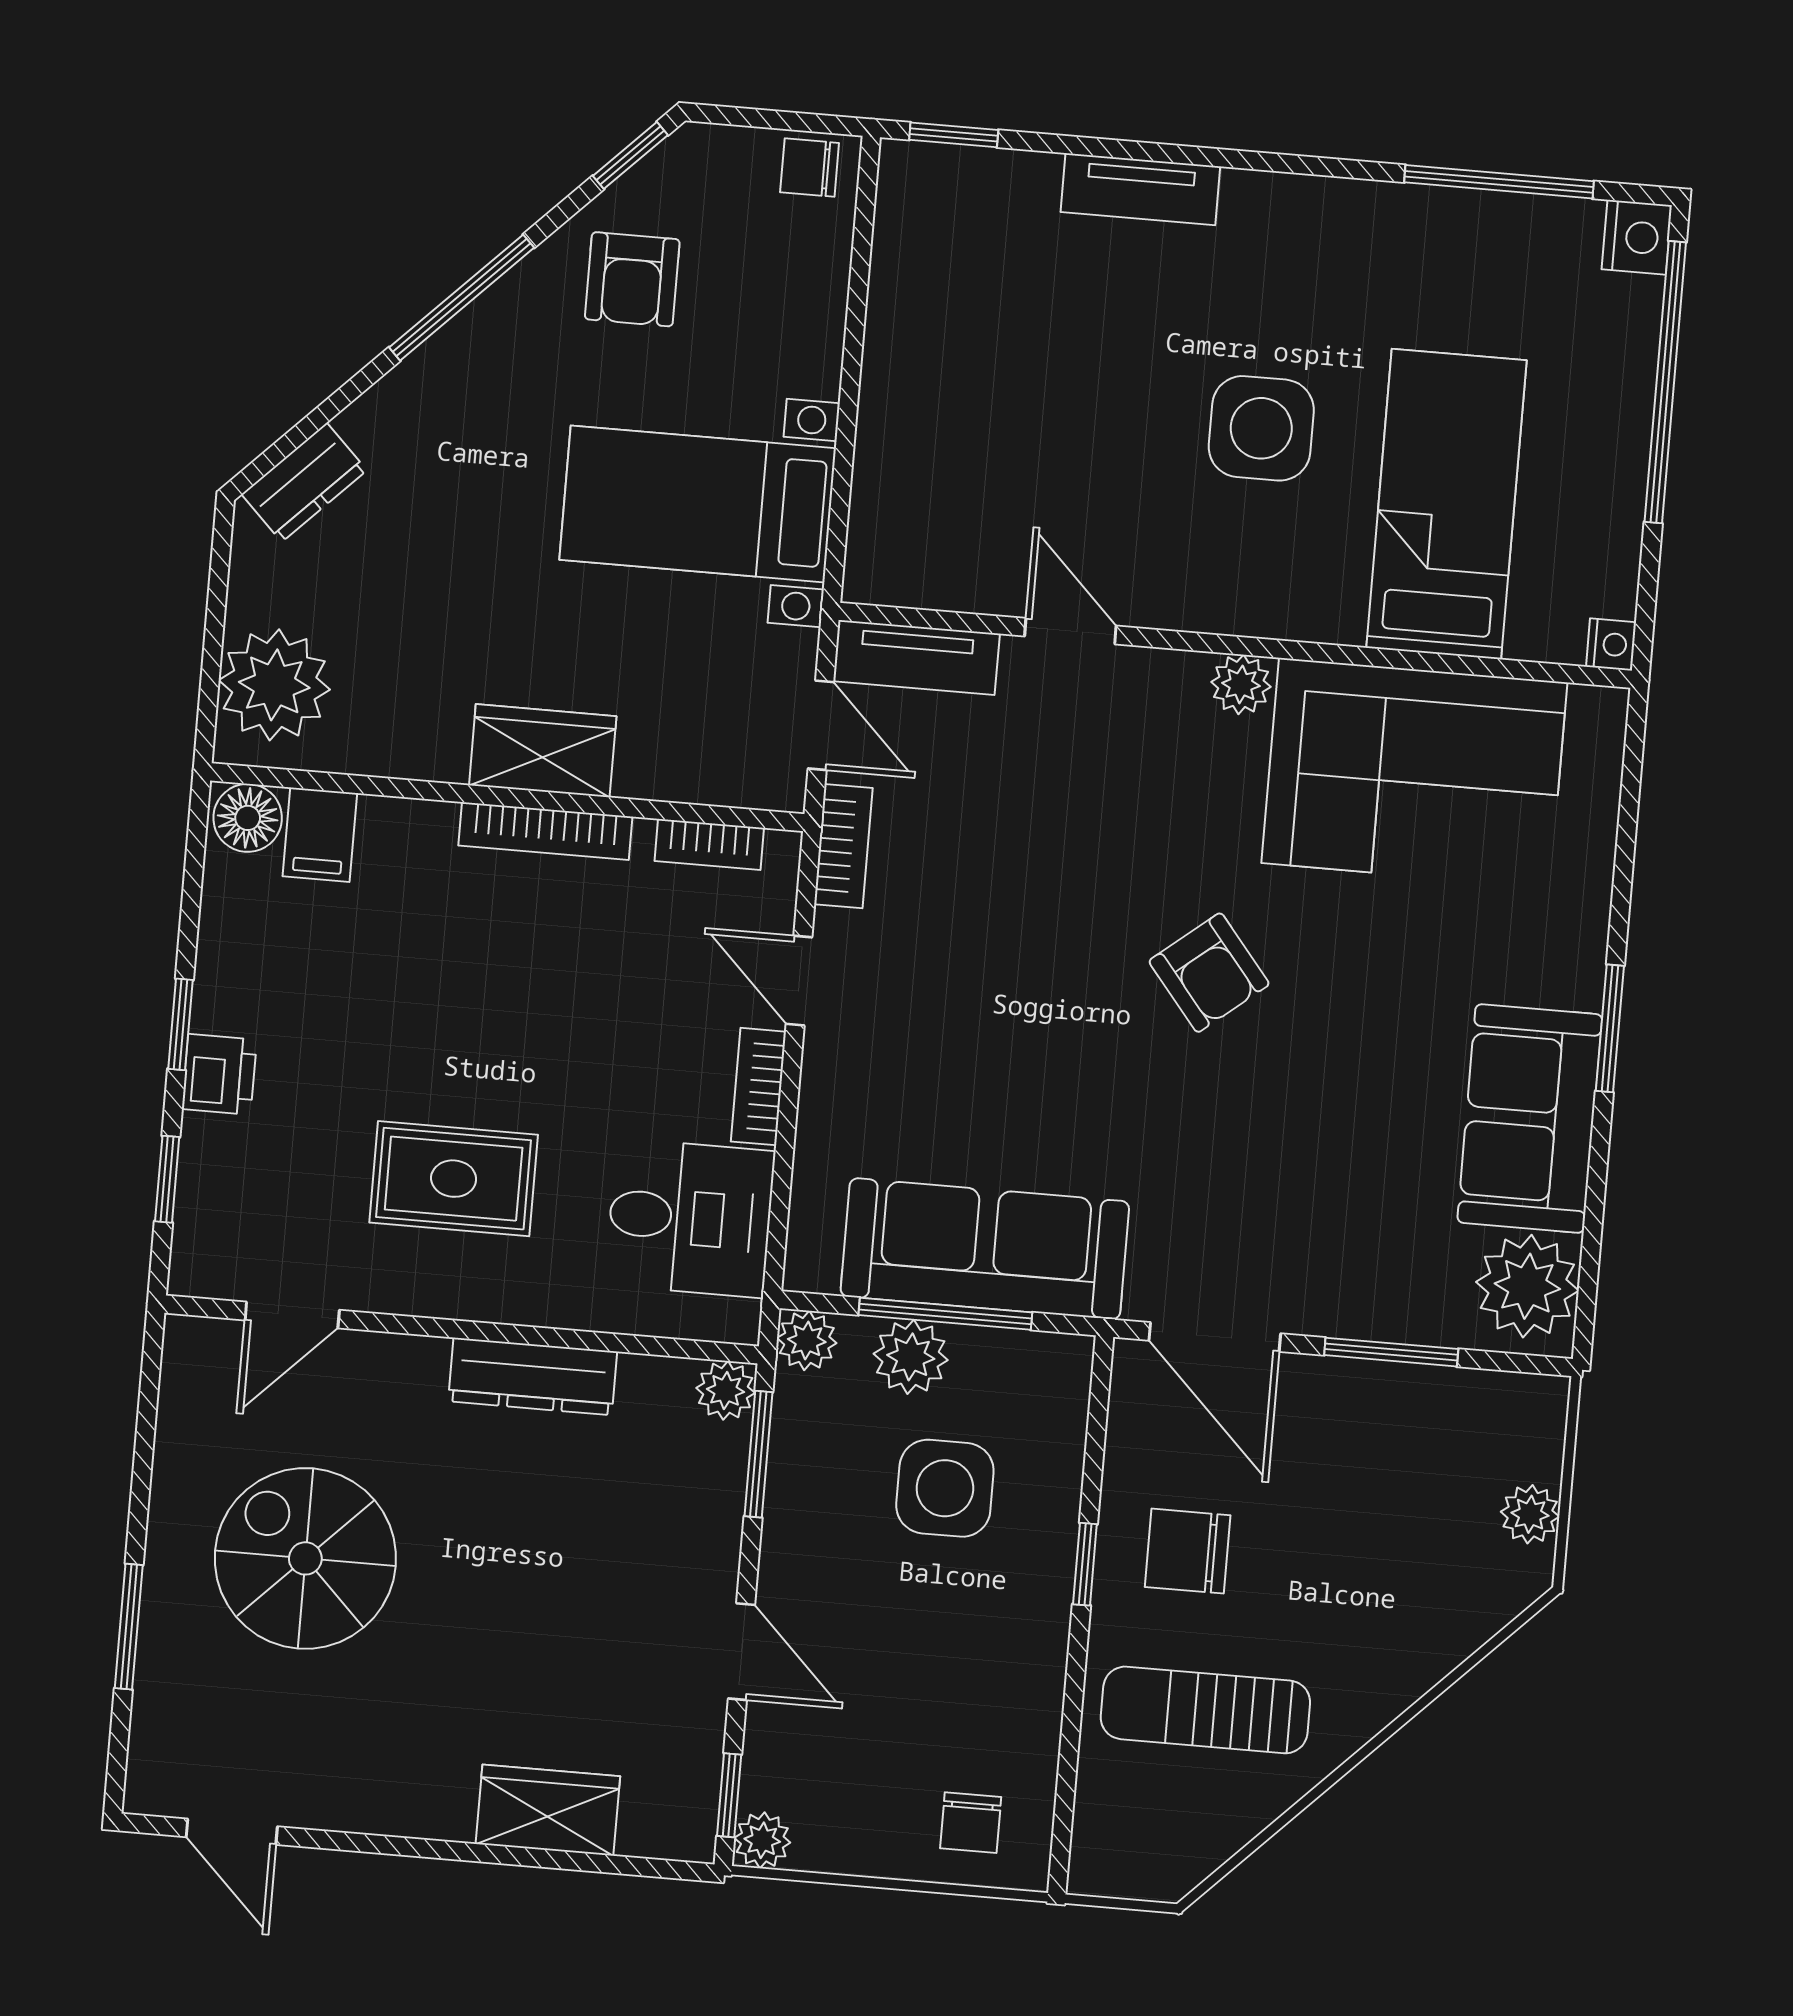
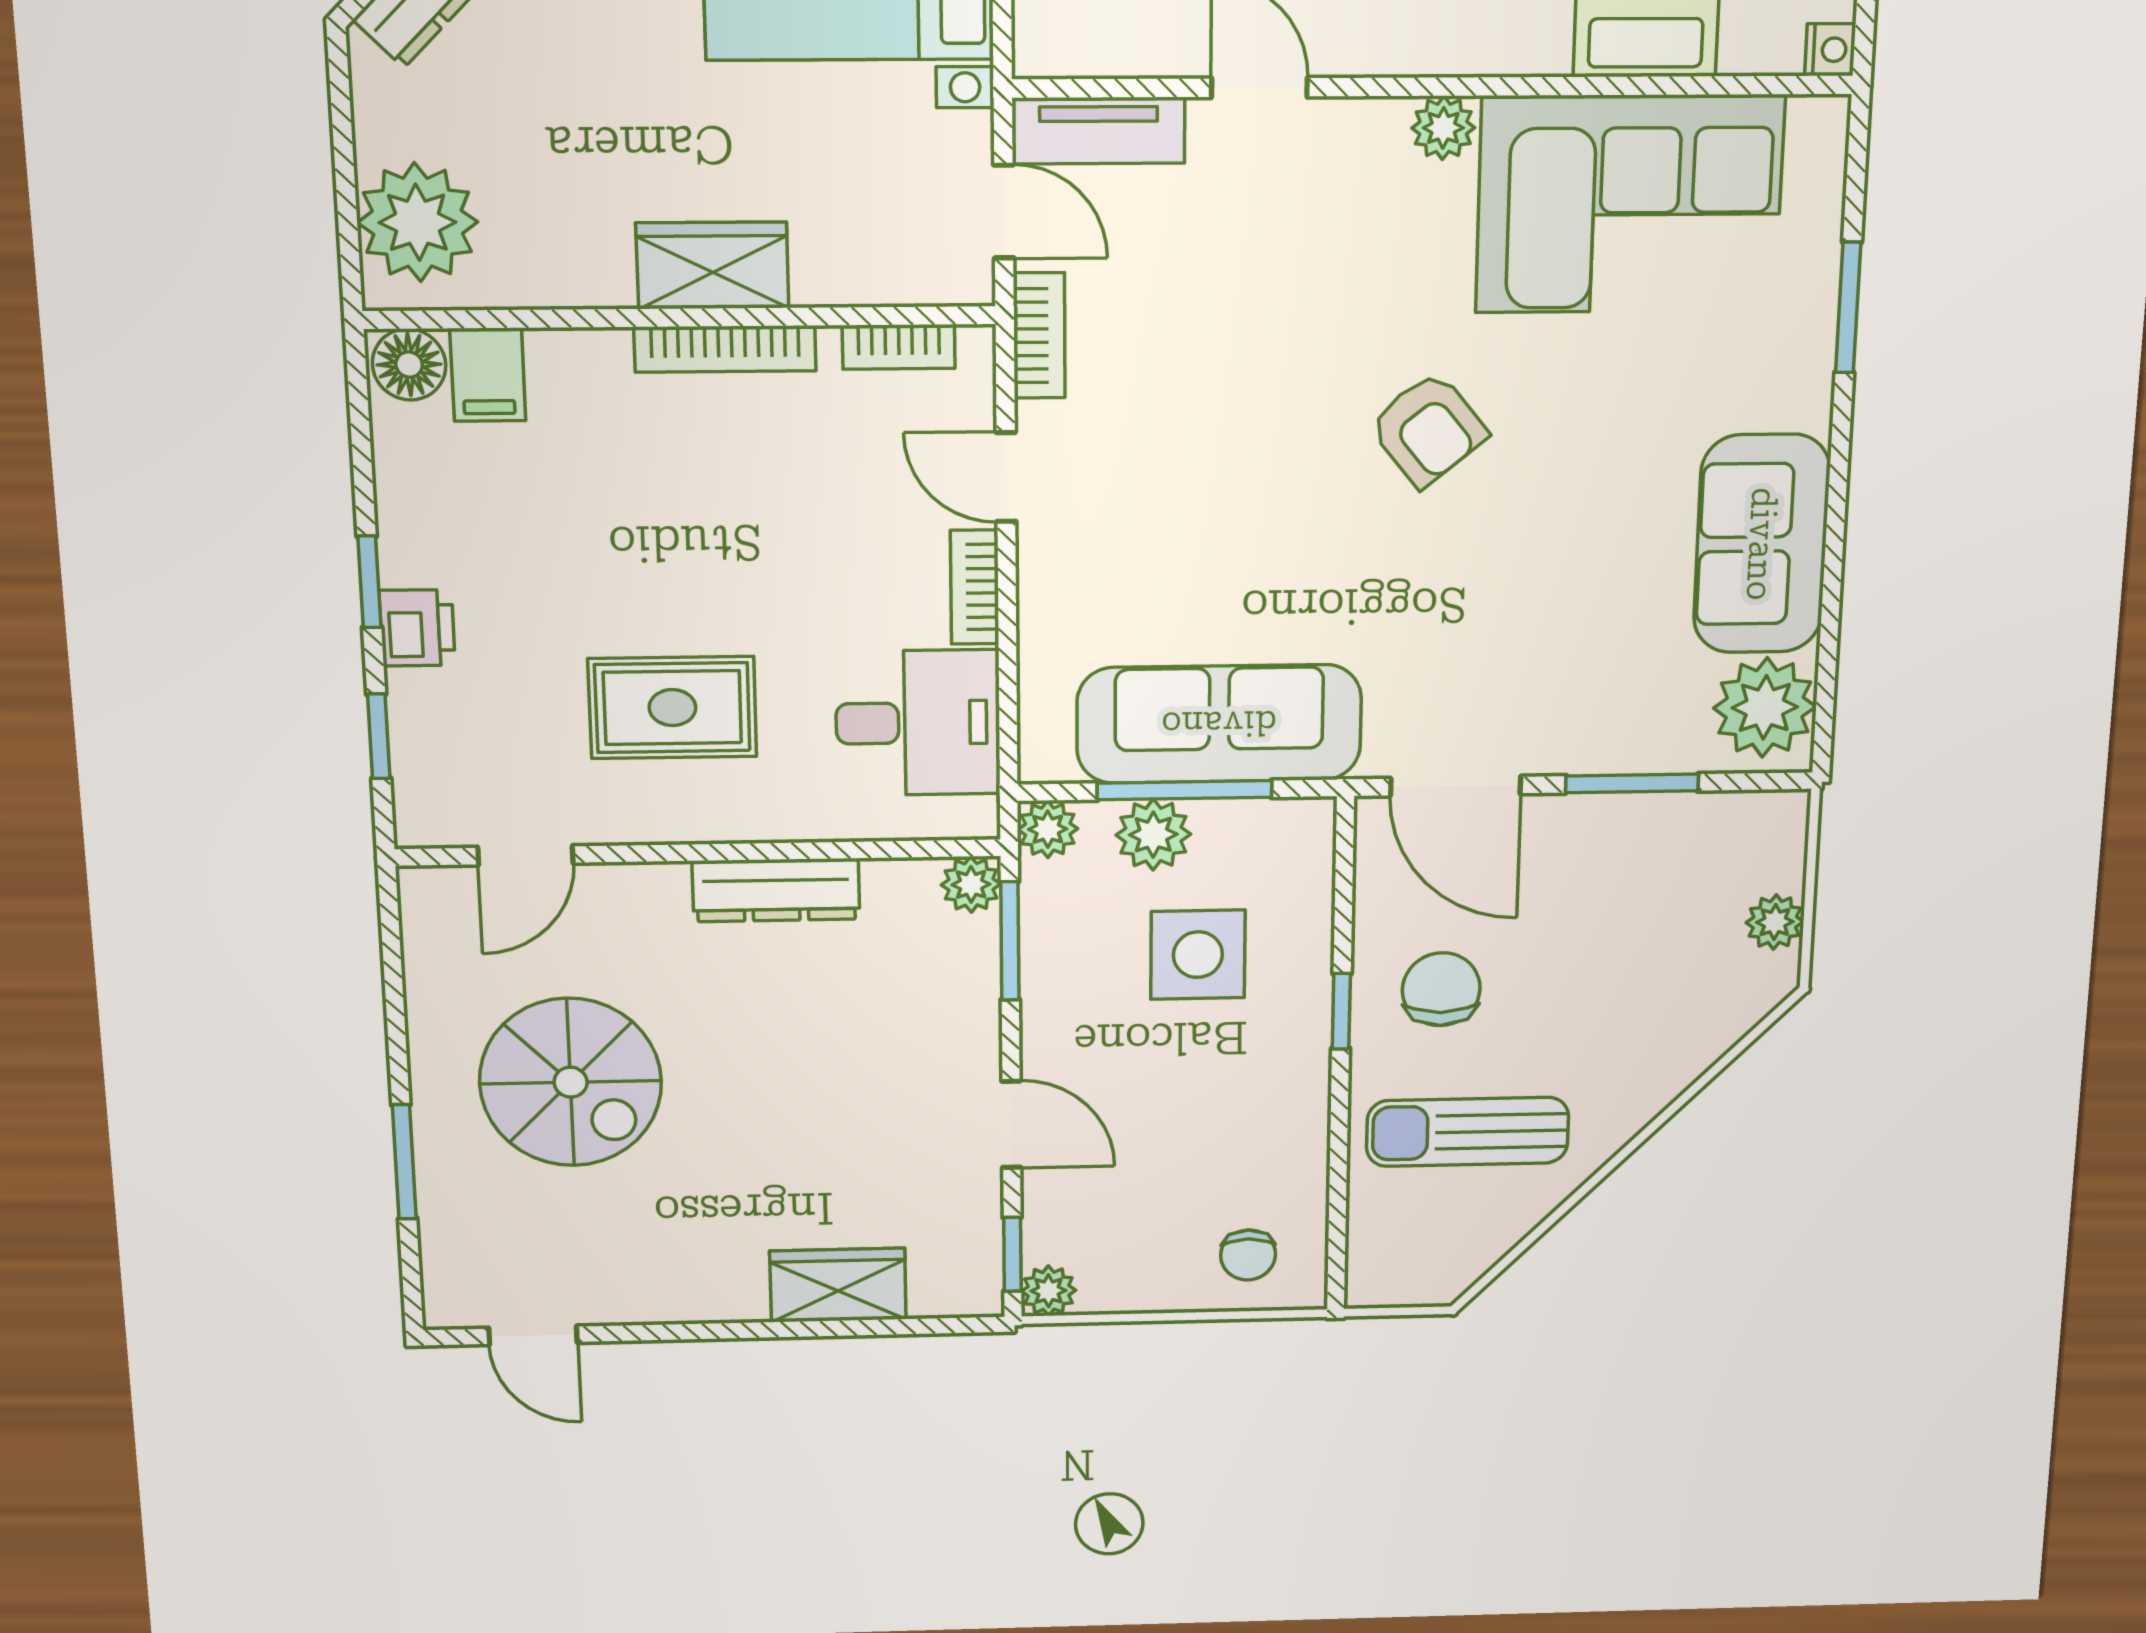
window: (1610, 1028) -> (1848, 308), moved
chair: (1188, 1551) -> (1441, 989), turned 90
spiral stairs: (305, 1558) -> (571, 1082), turned 180

